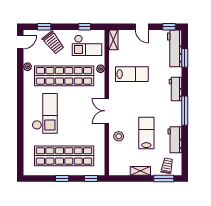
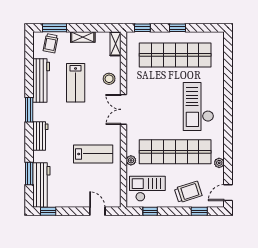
door: (142, 27) -> (97, 211), moved
shelving: (113, 40) -> (115, 44), moved
trolley: (53, 43) -> (188, 192), turned 110
lab bench: (132, 74) -> (93, 154), turned 180
double door: (107, 111) -> (123, 109), swing flipped
window: (185, 111) -> (29, 110), width x0.69
workbench: (175, 140) -> (41, 80), width x1.38

